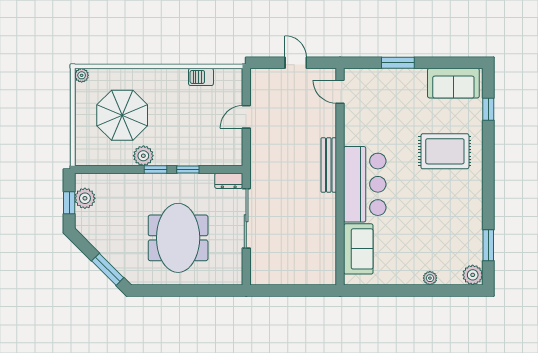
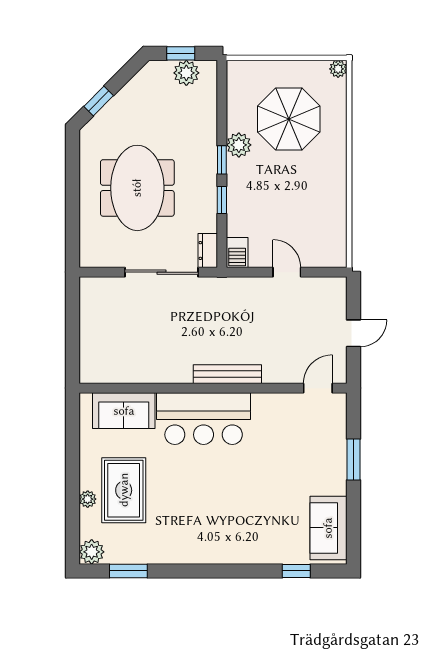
barbecue: (201, 77) -> (237, 252), moved, turned 180
rug: (445, 151) -> (124, 490), moved
meeting table: (178, 238) -> (137, 188), turned 90
window: (108, 269) -> (99, 101), width x0.67

